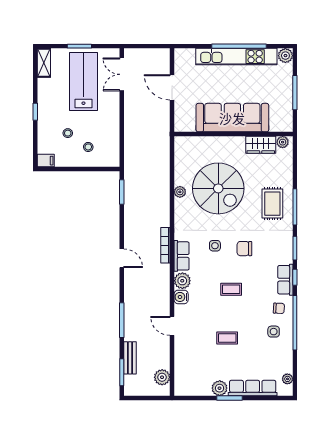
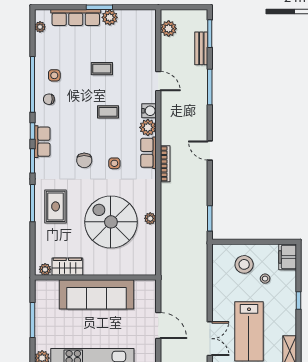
stool: (88, 147) -> (244, 264), width x1.89, depth x1.89
filing cabinet: (46, 161) -> (288, 257), width x2.00
chair: (244, 249) -> (84, 160), turned 90
row of seats: (285, 280) -> (42, 142), moved
coffee table: (231, 289) -> (108, 112), moved

